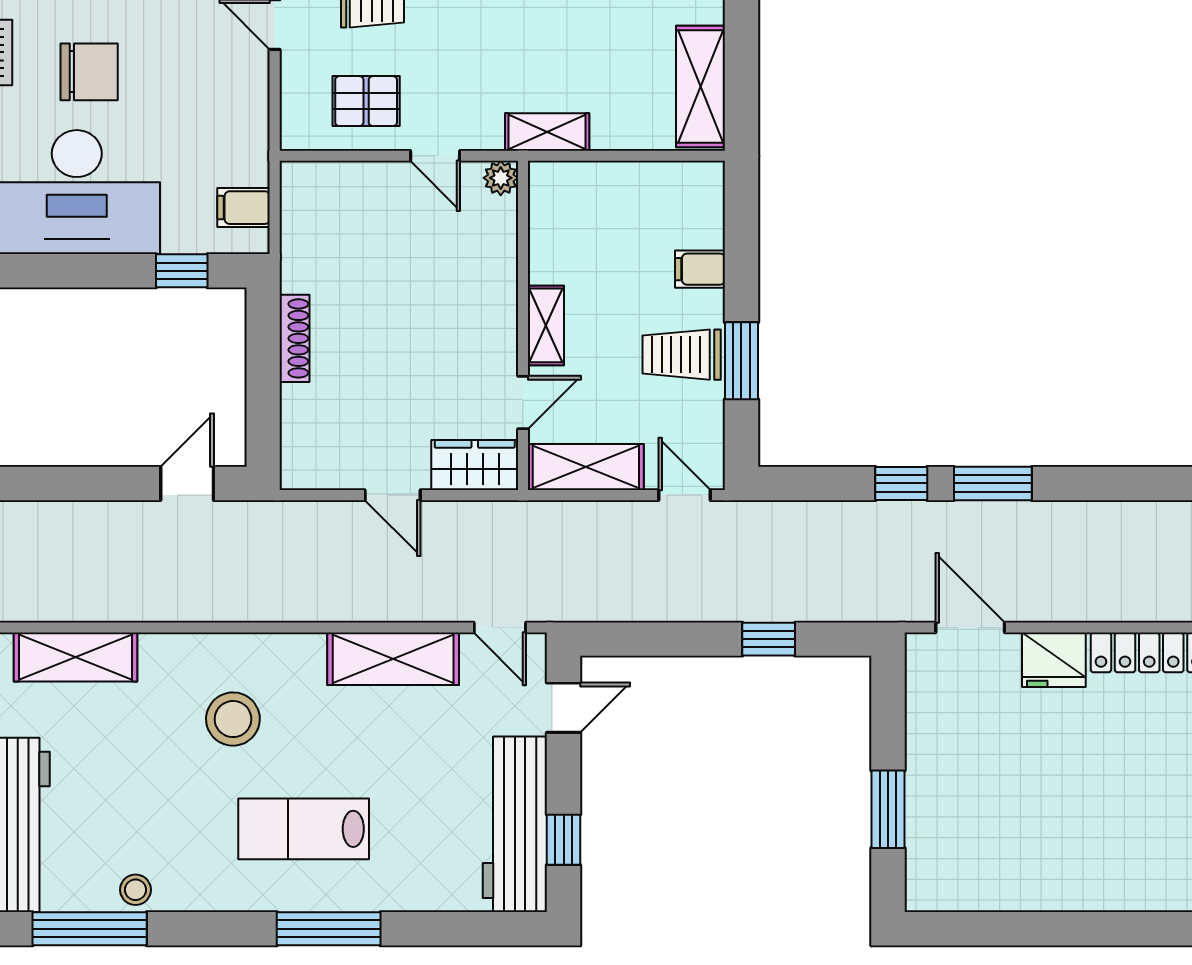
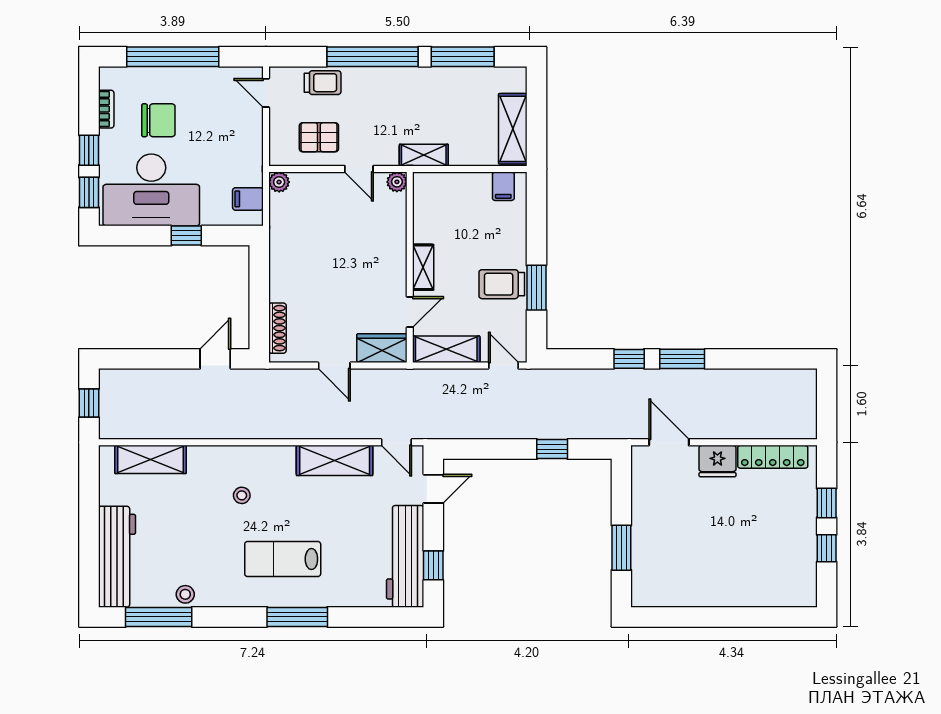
plant: (297, 178) -> (279, 182), added
filing cabinet: (700, 269) -> (503, 186), moved, turned -90
window: (182, 271) -> (186, 236), moved
shoe rack: (295, 338) -> (277, 328), moved
stool: (233, 719) -> (242, 495), width x0.53, depth x0.53

